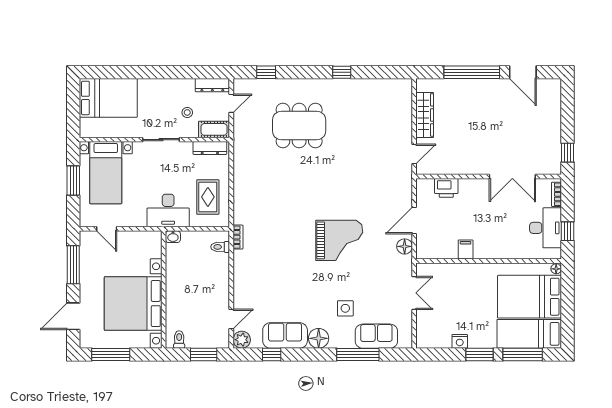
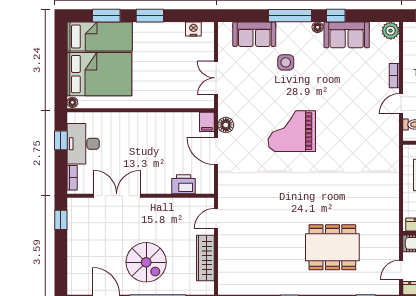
spiral stairs: (483, 111) -> (146, 262), added
door: (414, 221) -> (216, 151), swing flipped
bookcase: (238, 237) -> (394, 76), moved
filing cabinet: (466, 250) -> (207, 122), moved
door: (231, 319) -> (401, 104), moved
floor lamp: (319, 338) -> (318, 27), width x0.53, depth x0.53
nightstand: (460, 341) -> (193, 29), moved
window: (272, 354) -> (336, 16), moved
window: (358, 354) -> (290, 16), moved
window: (523, 354) -> (106, 16), width x0.69

